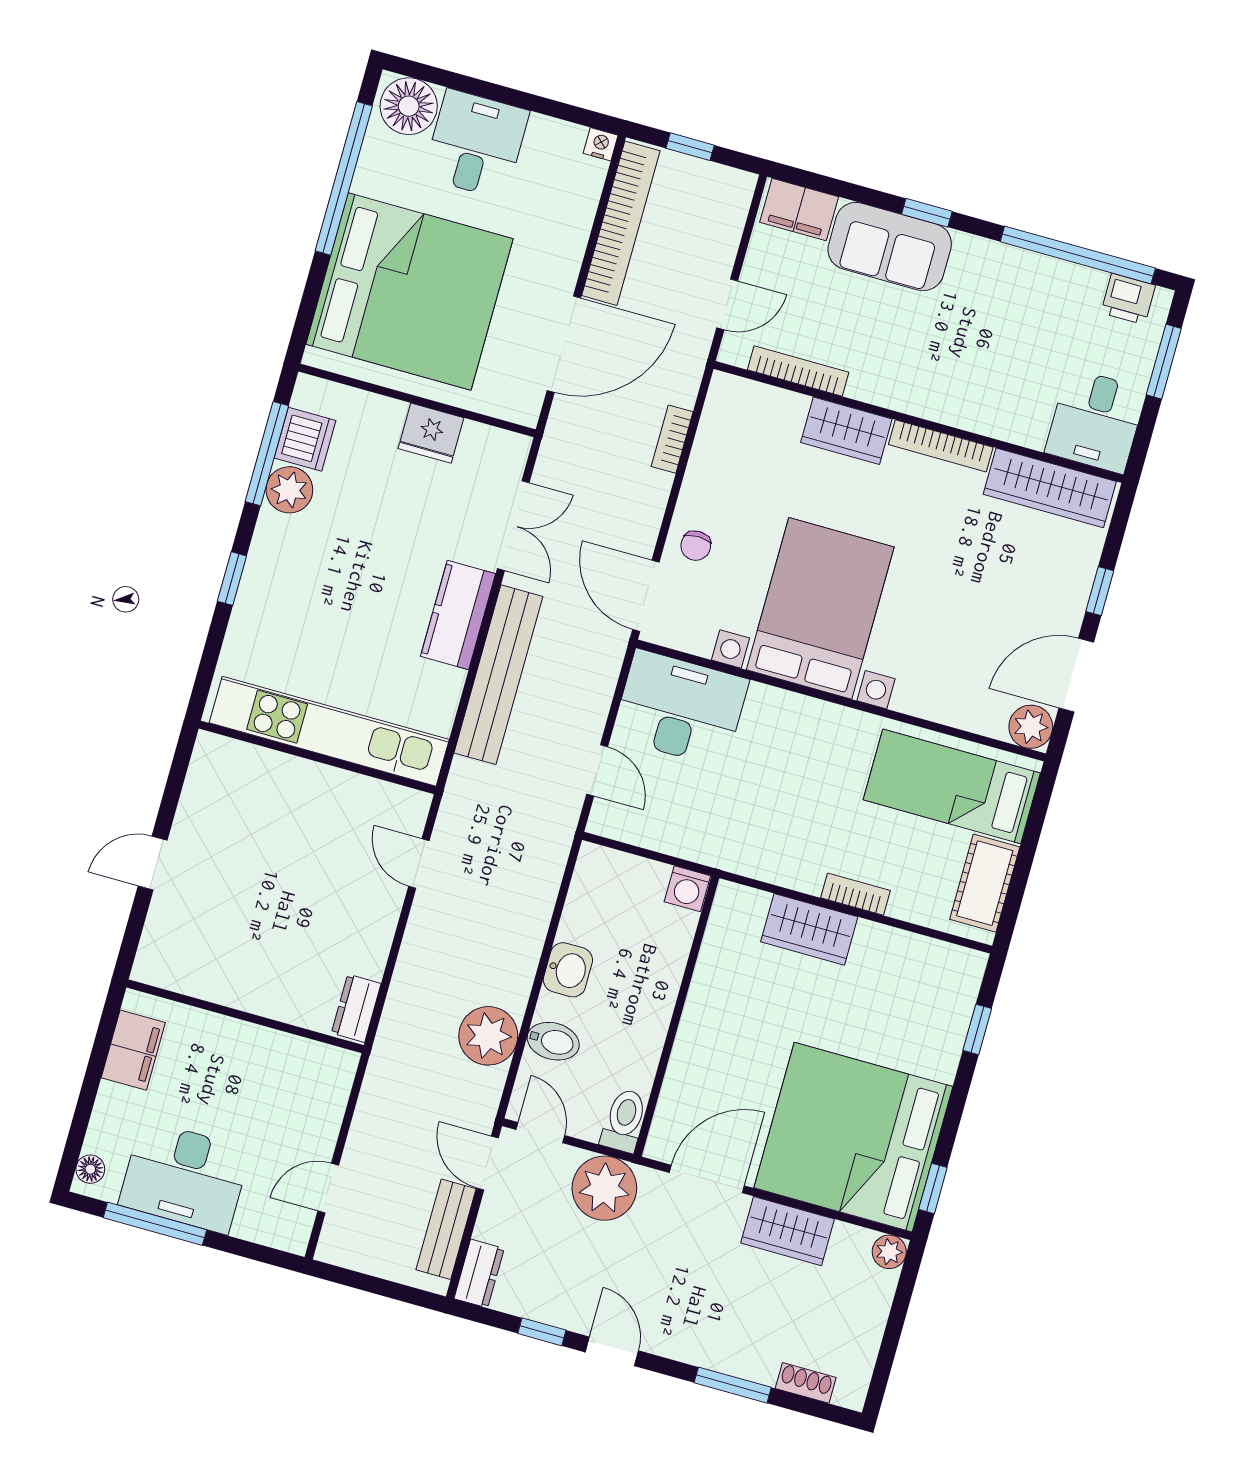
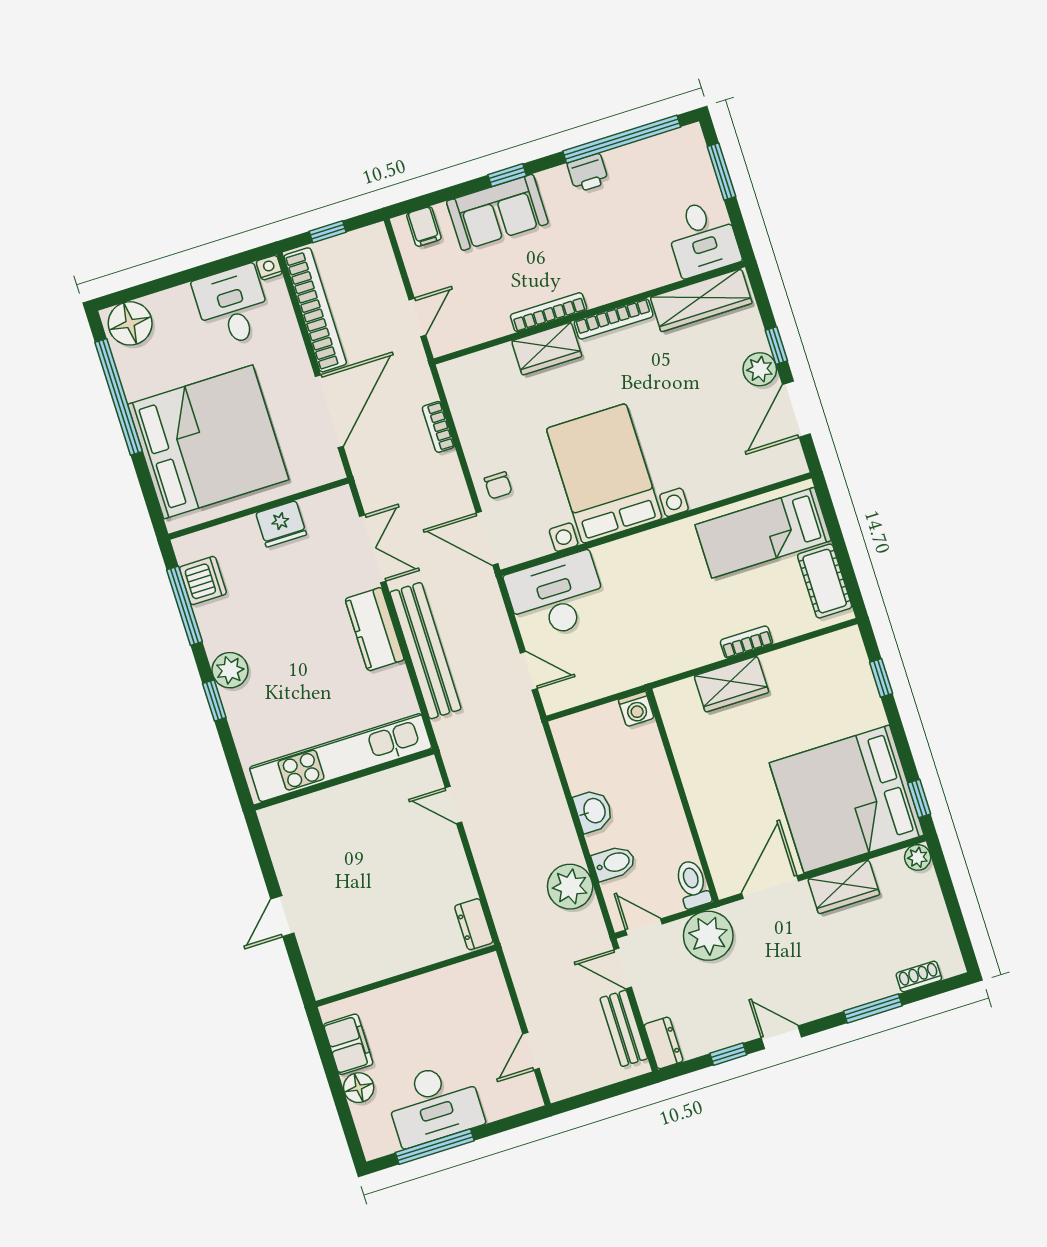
desk: (476, 144) -> (232, 306), moved
filing cabinet: (799, 210) -> (424, 226), width x0.50
printer: (1128, 299) -> (588, 173), moved
bookcase: (798, 371) -> (549, 312), moved
plant: (289, 490) -> (230, 670), moved
plant: (1031, 727) -> (760, 369), moved
floor lamp: (90, 1169) -> (359, 1088), moved, width x1.37, depth x1.37

